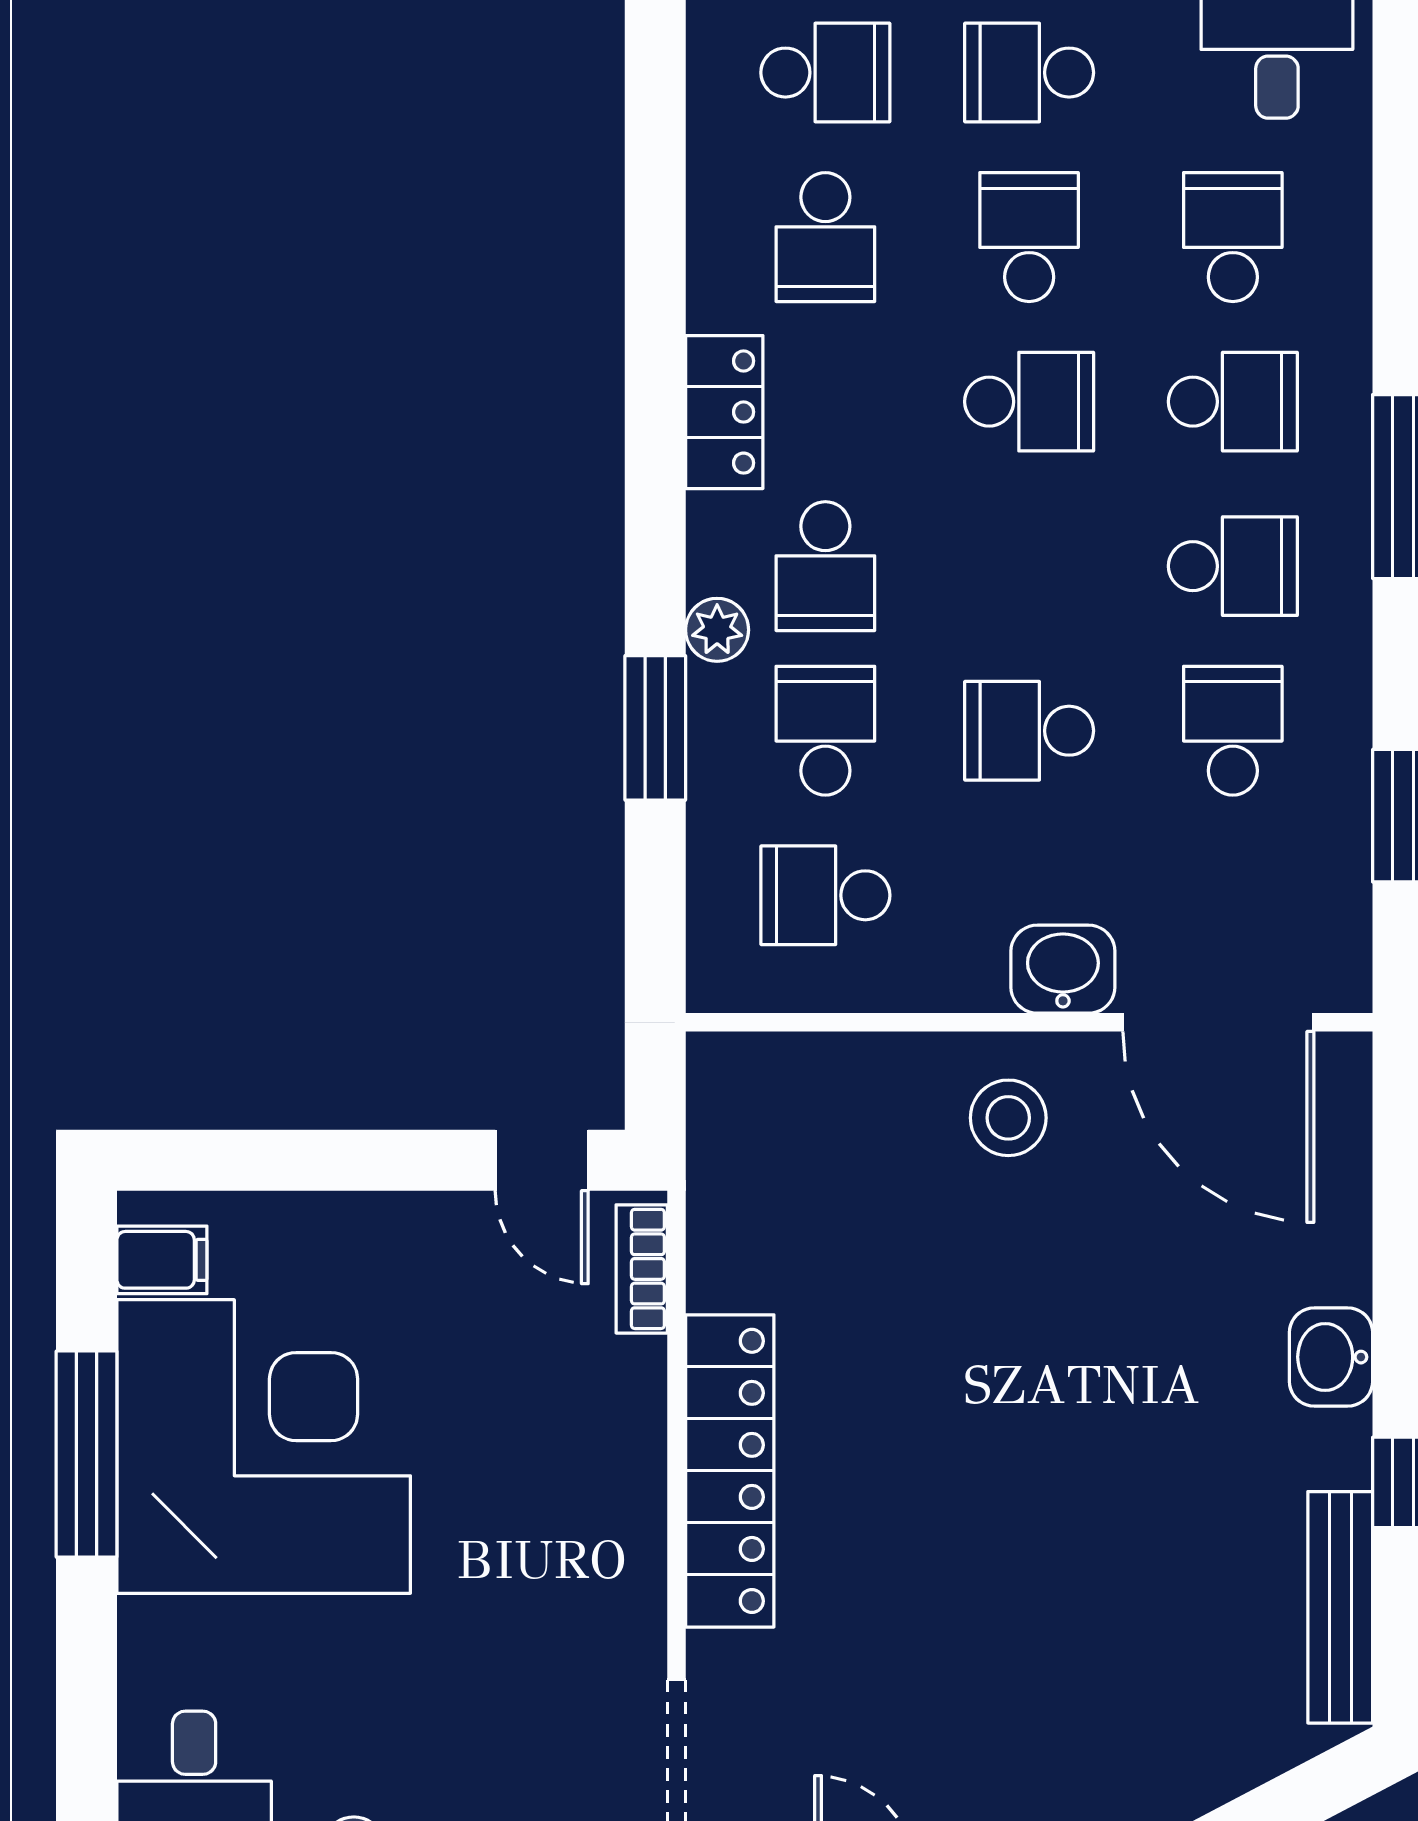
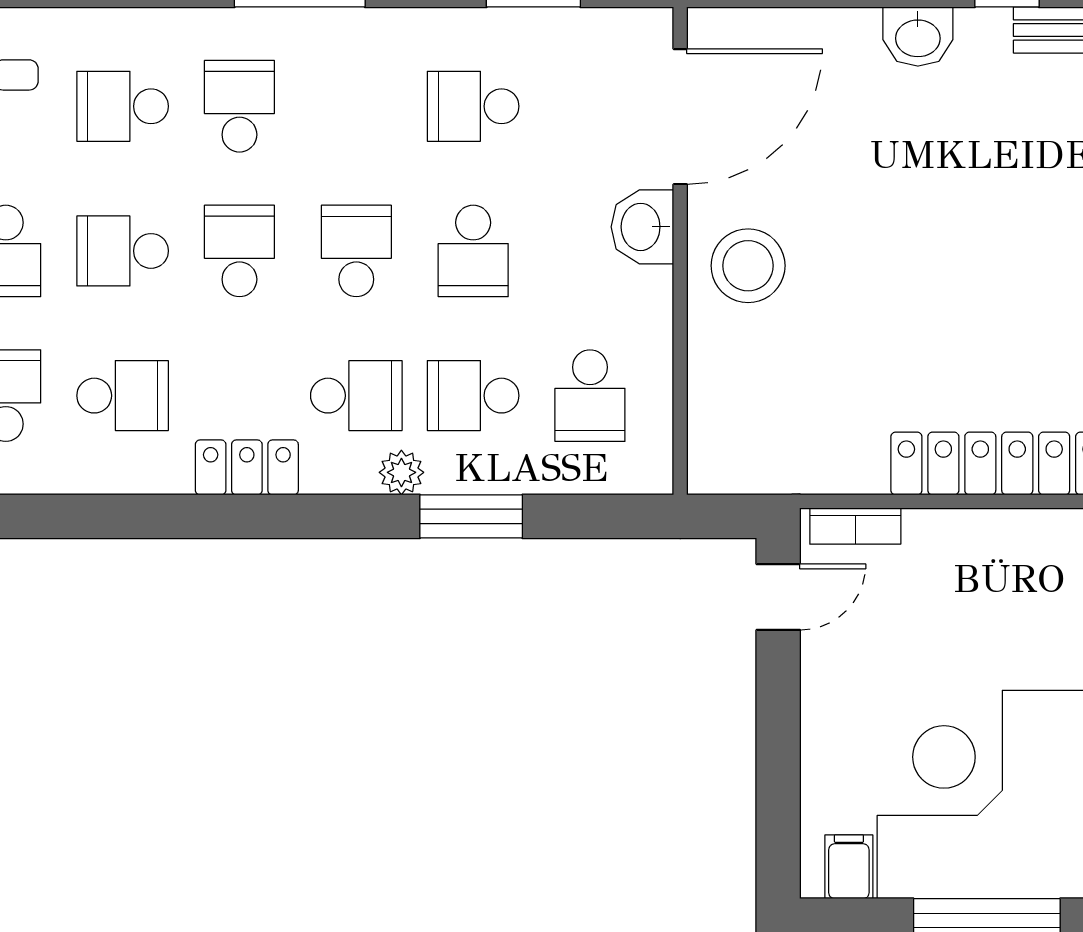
school desk: (1233, 566) -> (356, 251), moved
stool: (1008, 1118) -> (748, 266), width x1.38, depth x1.38

